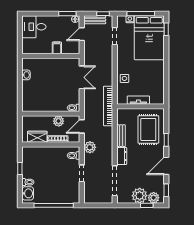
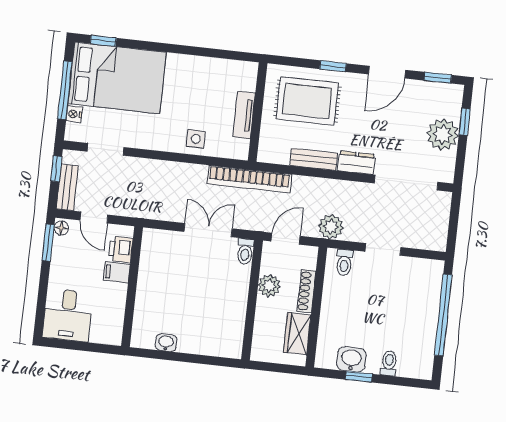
printer: (68, 49) -> (121, 249), added
double door: (82, 77) -> (208, 230), moved
door: (82, 126) -> (286, 239), swing flipped
door: (166, 166) -> (387, 72), hinge flipped
washbasin: (28, 193) -> (351, 360), moved
plant: (154, 198) -> (450, 106), removed

